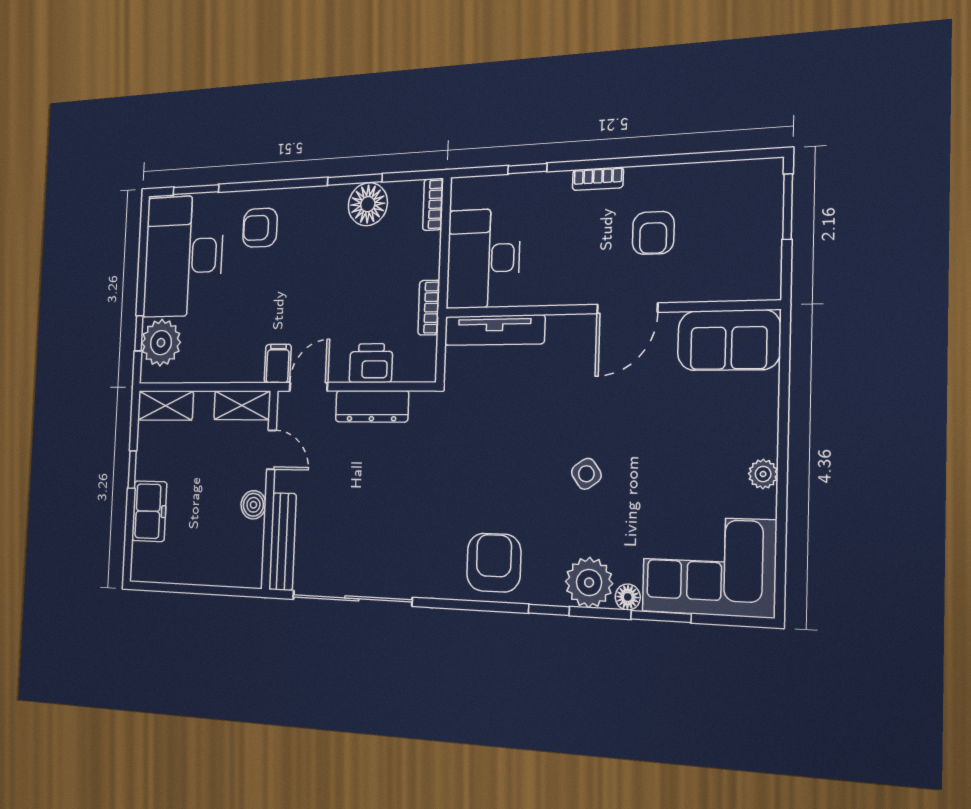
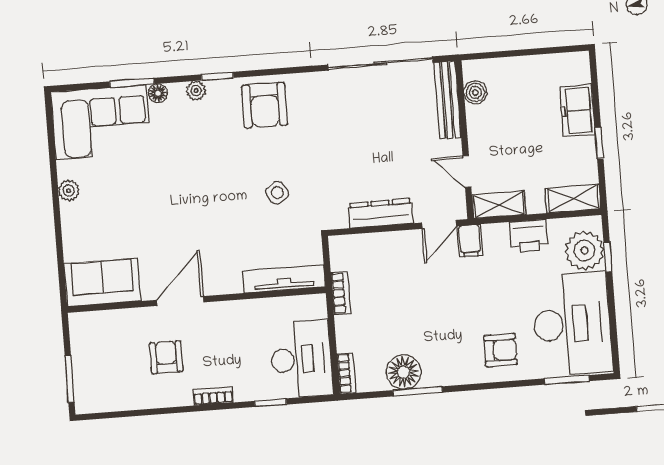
desk: (483, 258) -> (301, 359), moved
printer: (371, 363) -> (529, 236), moved
side table: (586, 474) -> (277, 193), moved
boiler: (253, 505) -> (475, 92), moved
plant: (589, 582) -> (196, 91), width x0.53, depth x0.53

